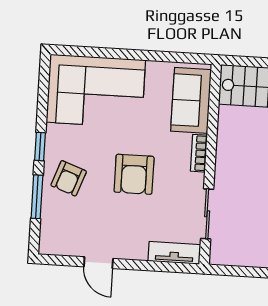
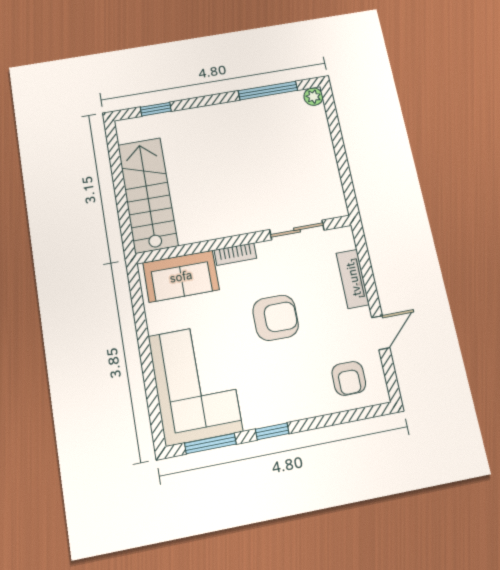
armchair: (69, 178) -> (349, 378), moved, turned 70
window: (37, 197) -> (210, 444), moved
tv unit: (174, 253) -> (353, 279), moved

